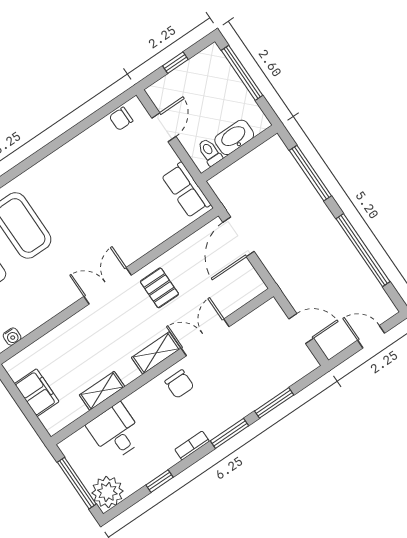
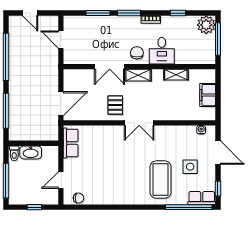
toilet: (210, 152) -> (14, 153), moved
desk: (116, 432) -> (162, 51), moved

